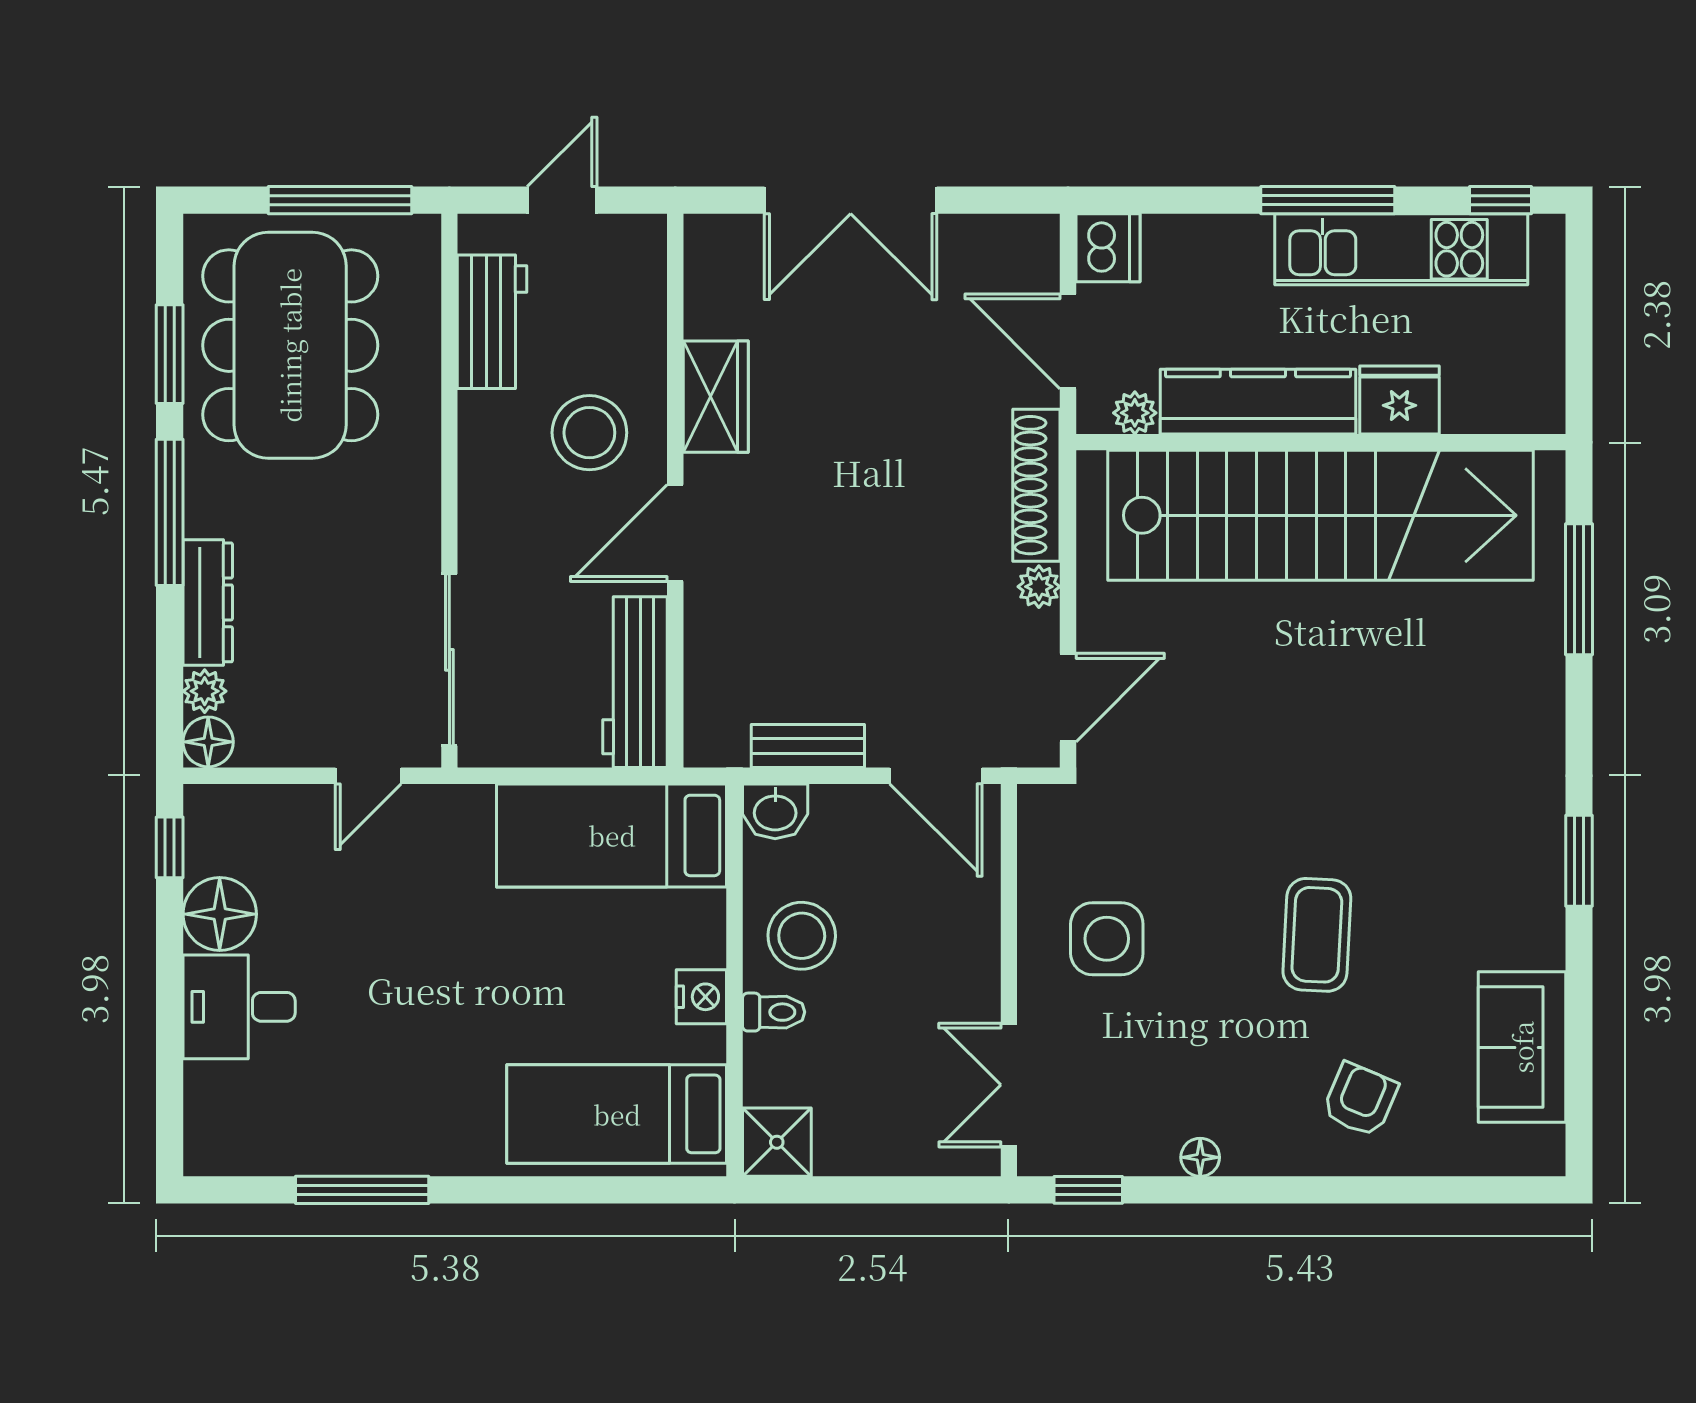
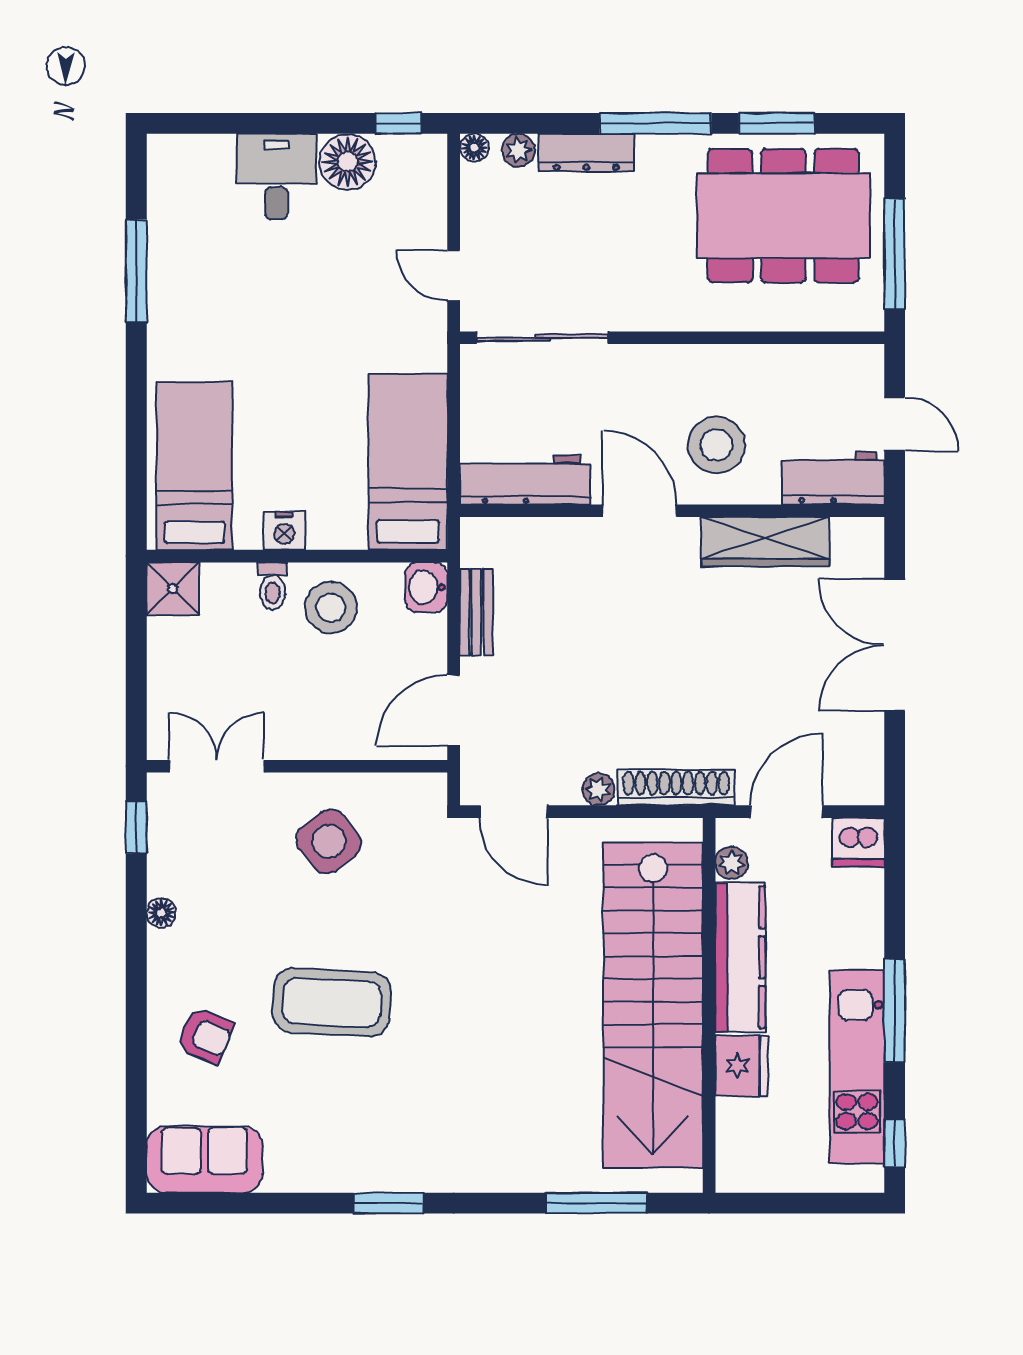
workbench: (492, 322) -> (833, 478), moved, turned 180
wardrobe: (716, 397) -> (765, 542), width x1.50
floor lamp: (208, 742) -> (474, 148), width x0.73, depth x0.73
coffee table: (1317, 935) -> (332, 1002), width x1.36, depth x1.32
side table: (1107, 939) -> (329, 841), turned -38
sofa: (1522, 1047) -> (204, 1159), moved

